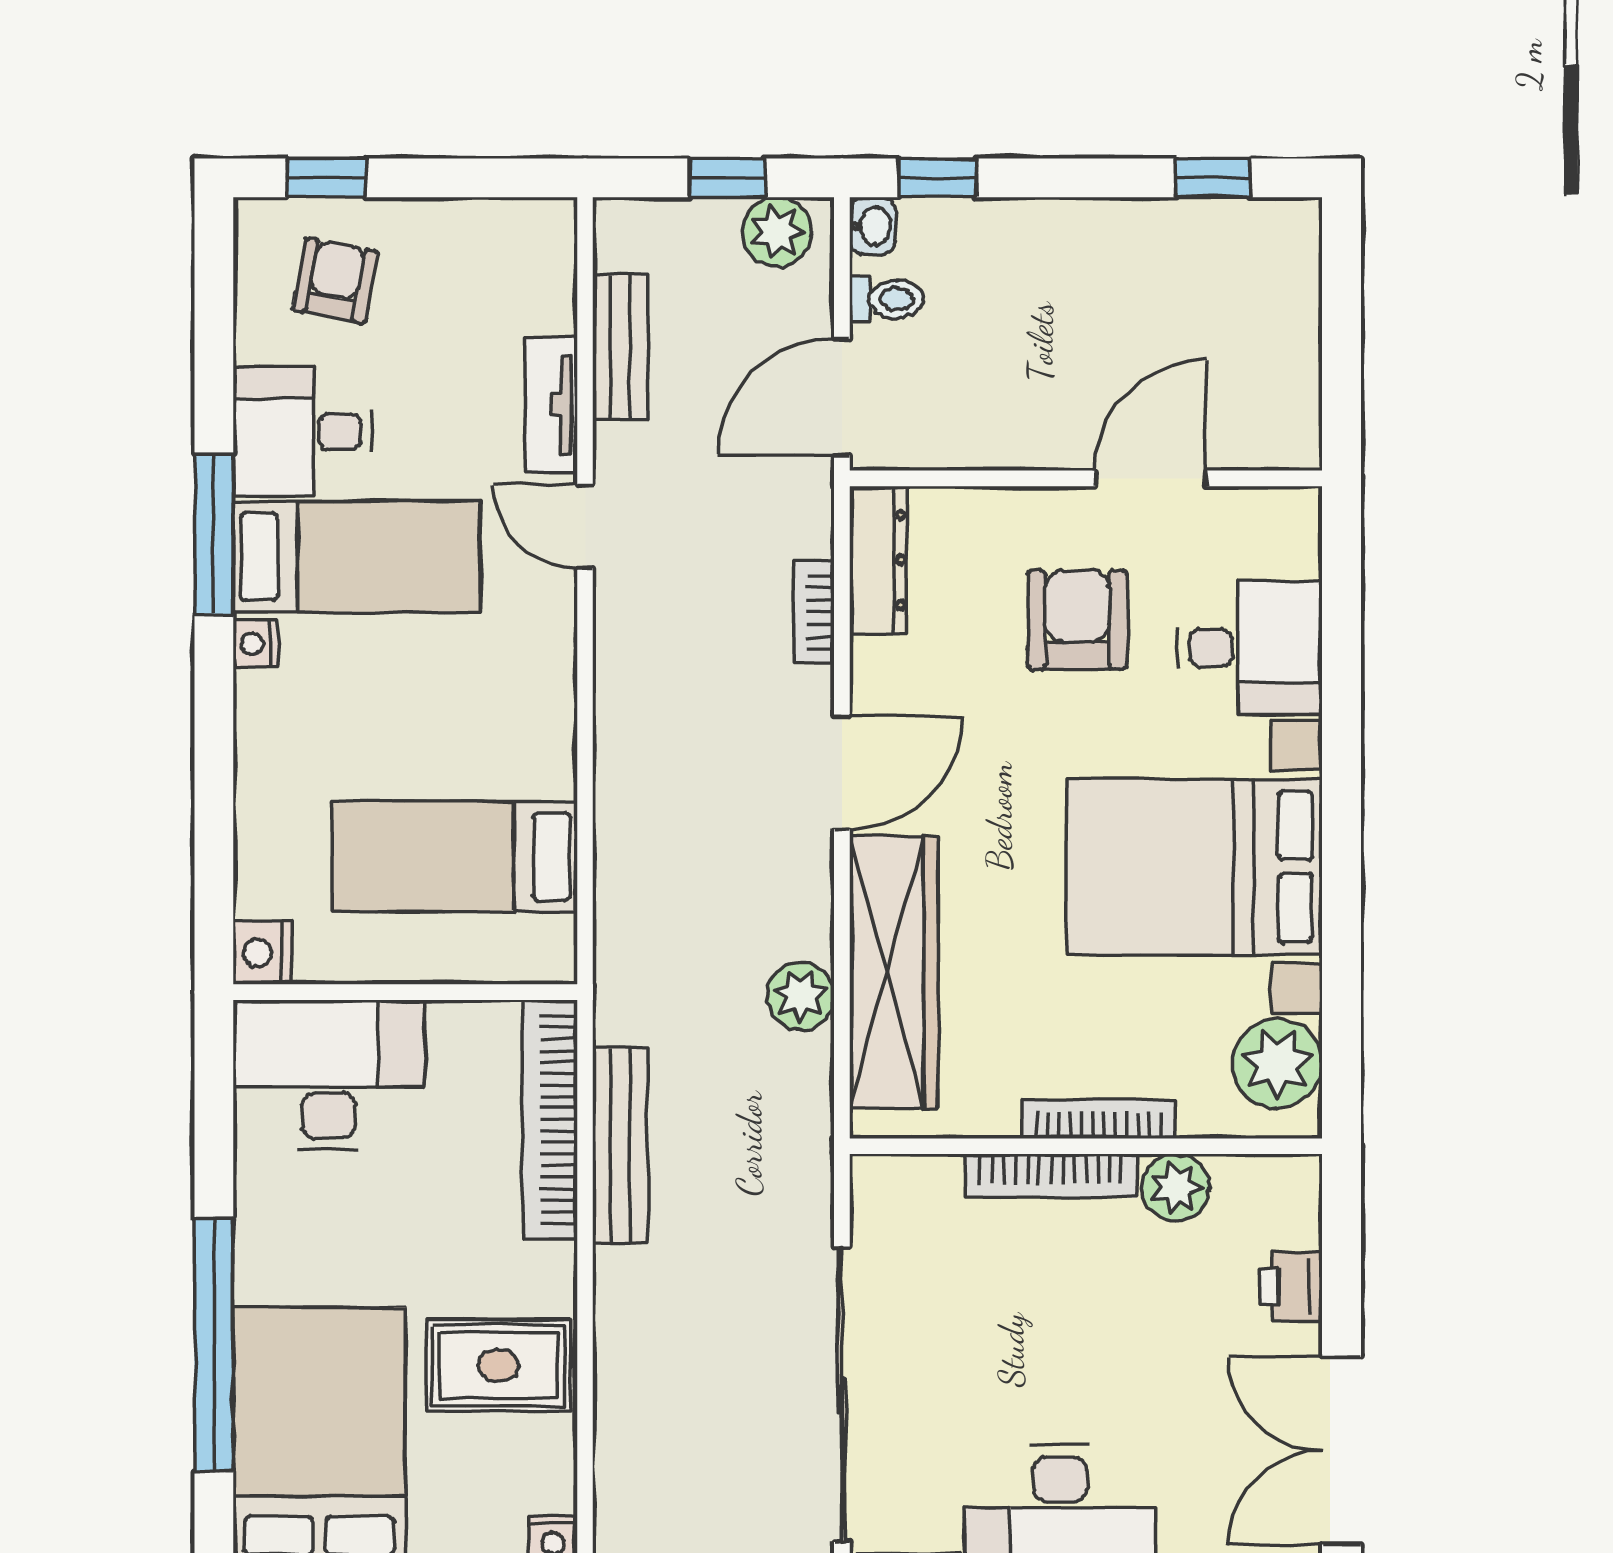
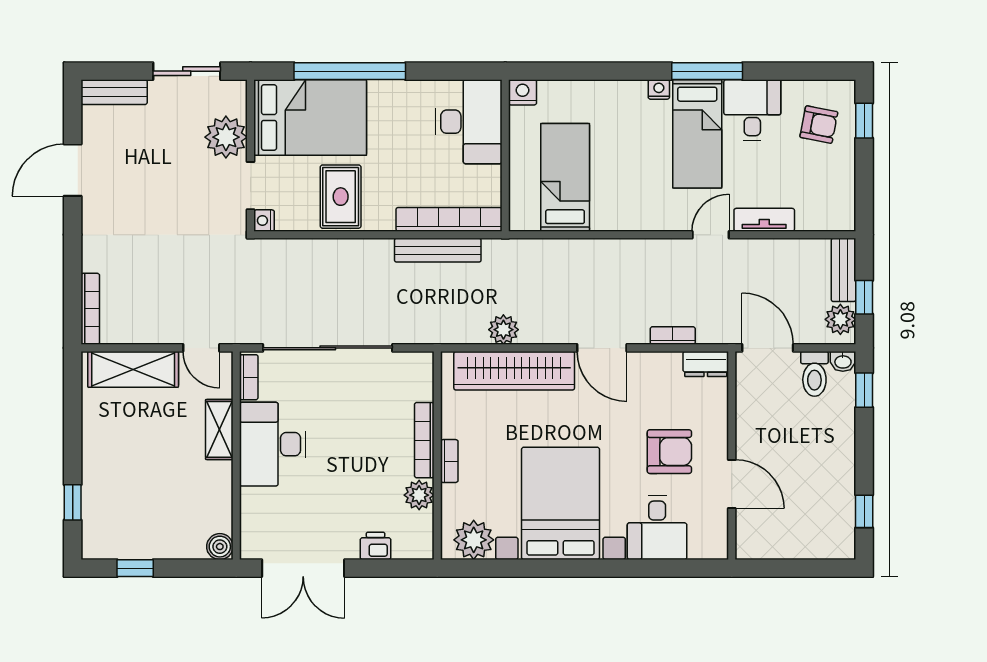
toilet: (887, 299) -> (814, 374), width x1.37, depth x1.39
bench: (620, 347) -> (844, 270), moved, turned 90
dresser: (878, 560) -> (706, 364), width x0.70
bookcase: (1098, 1119) -> (449, 461), width x0.64
double door: (1342, 1451) -> (303, 568), swing flipped

